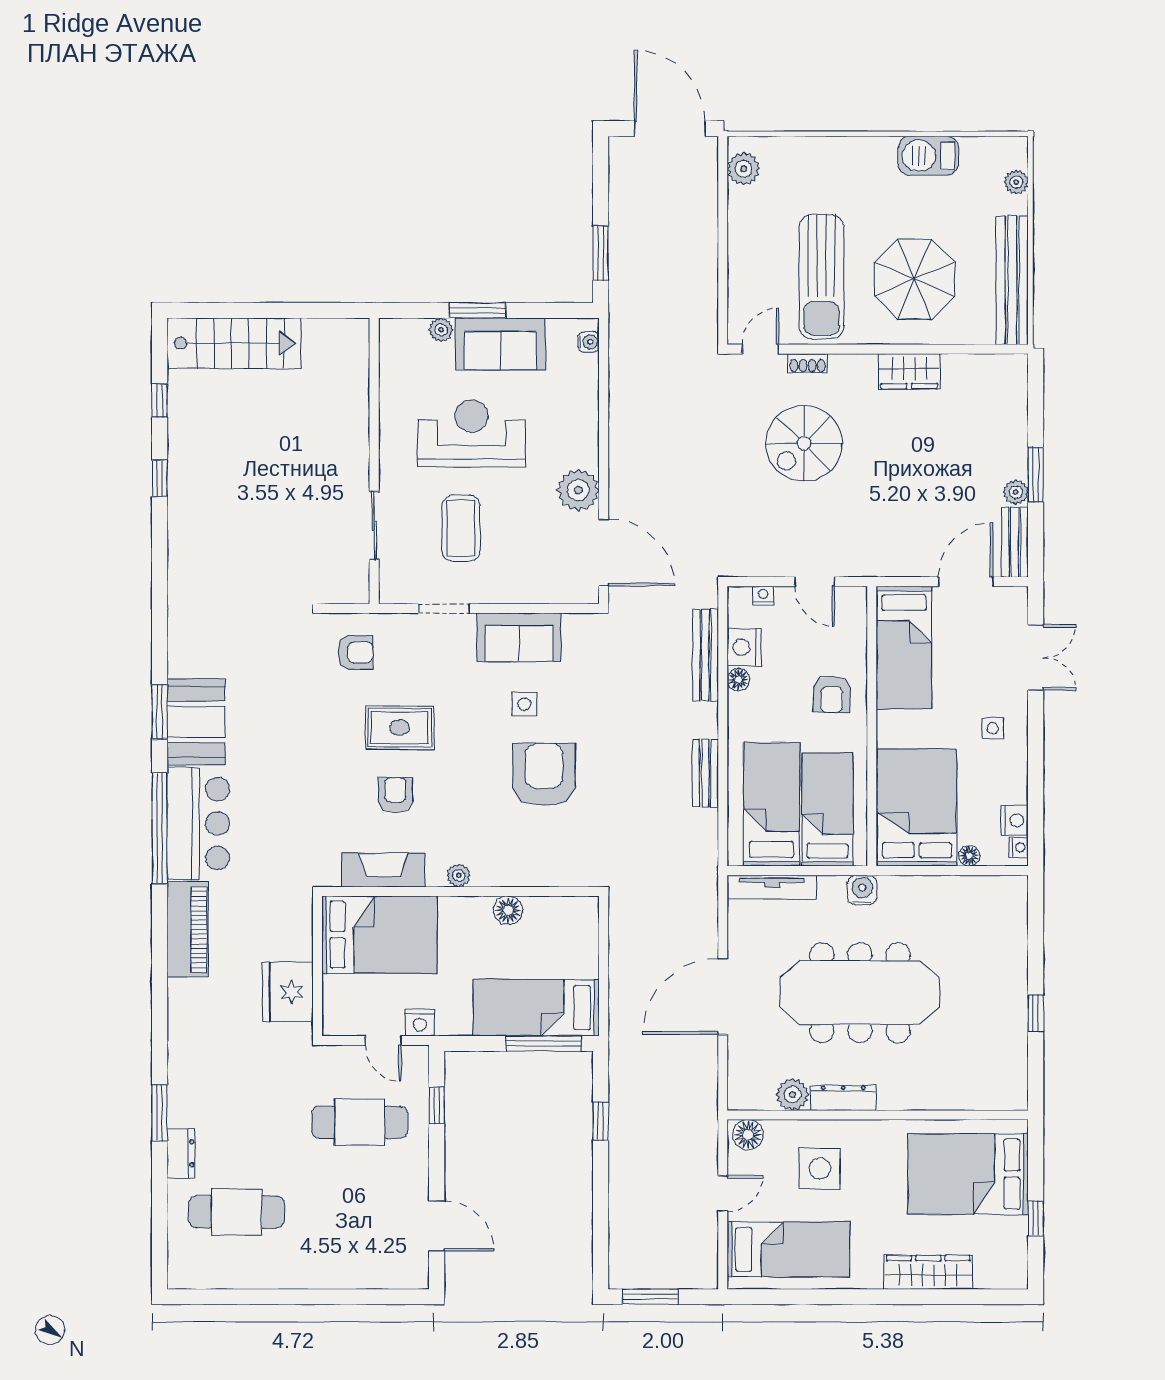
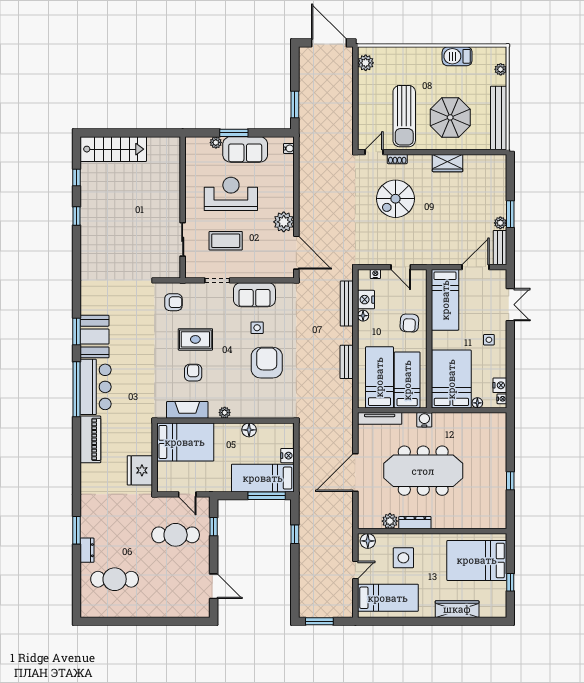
coffee table: (461, 528) -> (226, 241), turned 90
nightstand: (420, 1023) -> (287, 456), moved, turned -90

